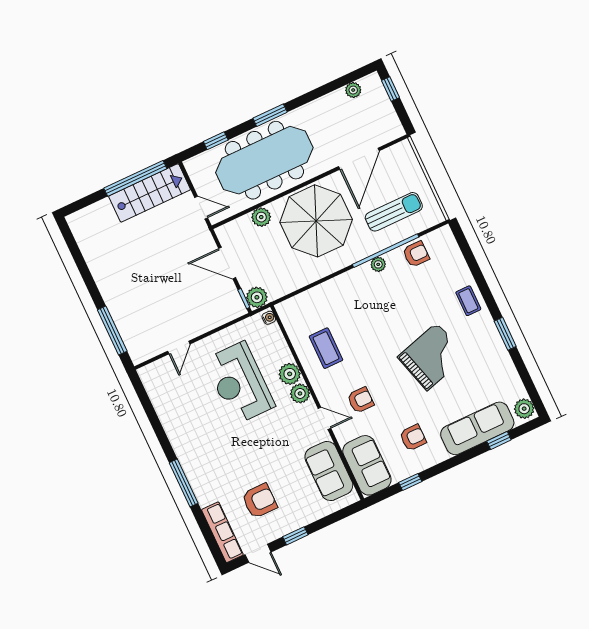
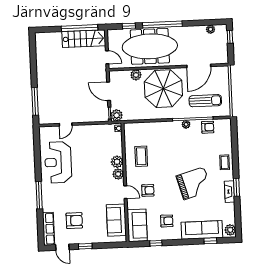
window: (270, 115) -> (162, 24), width x2.11
fireplace: (497, 346) -> (229, 192), added
reception desk: (240, 383) -> (58, 162), moved

